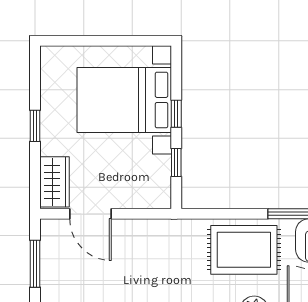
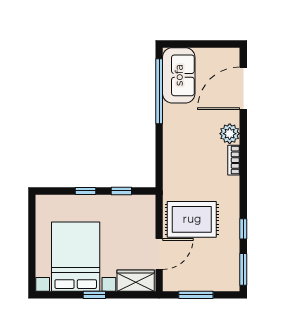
bed with nightstands: (124, 100) -> (76, 257), moved, turned 180
rug: (244, 250) -> (192, 219), moved, turned 90

